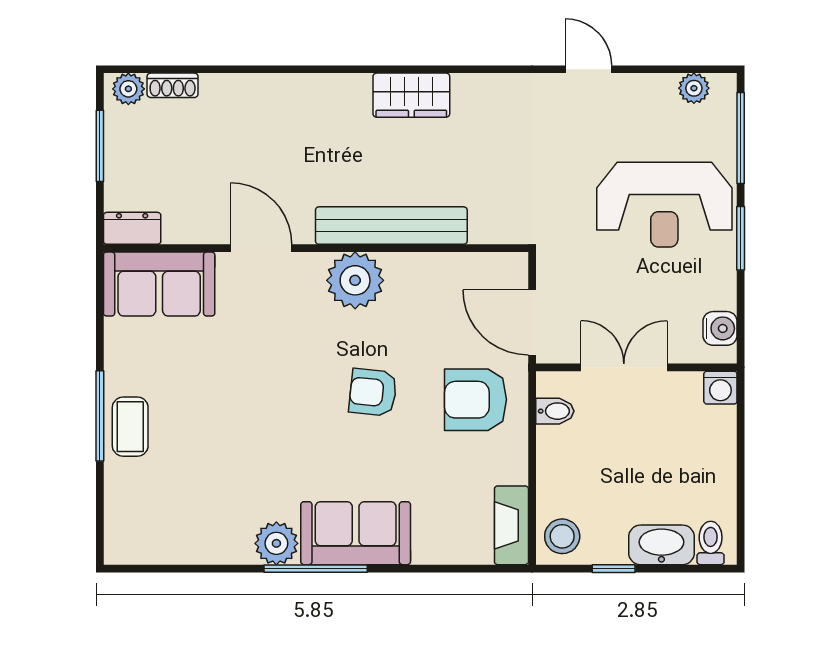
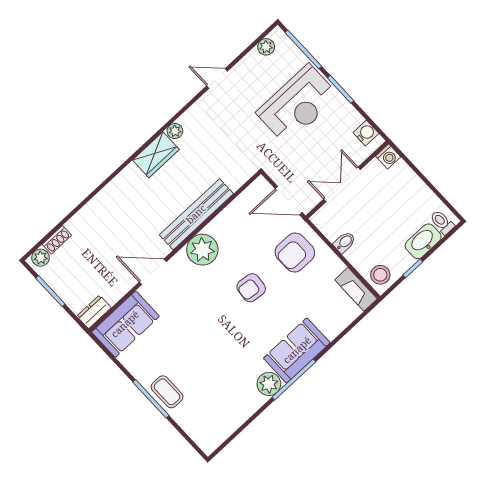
plant: (467, 87) -> (175, 131), added
bidet: (555, 411) -> (344, 242), moved

